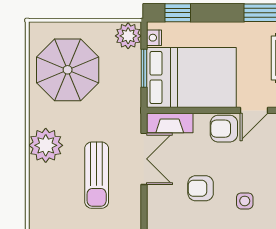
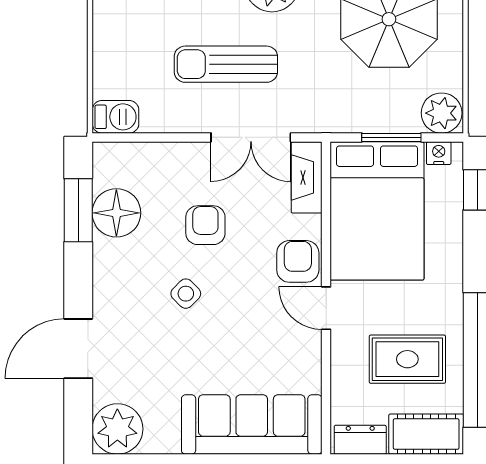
side table: (245, 201) -> (186, 294), turned 45

